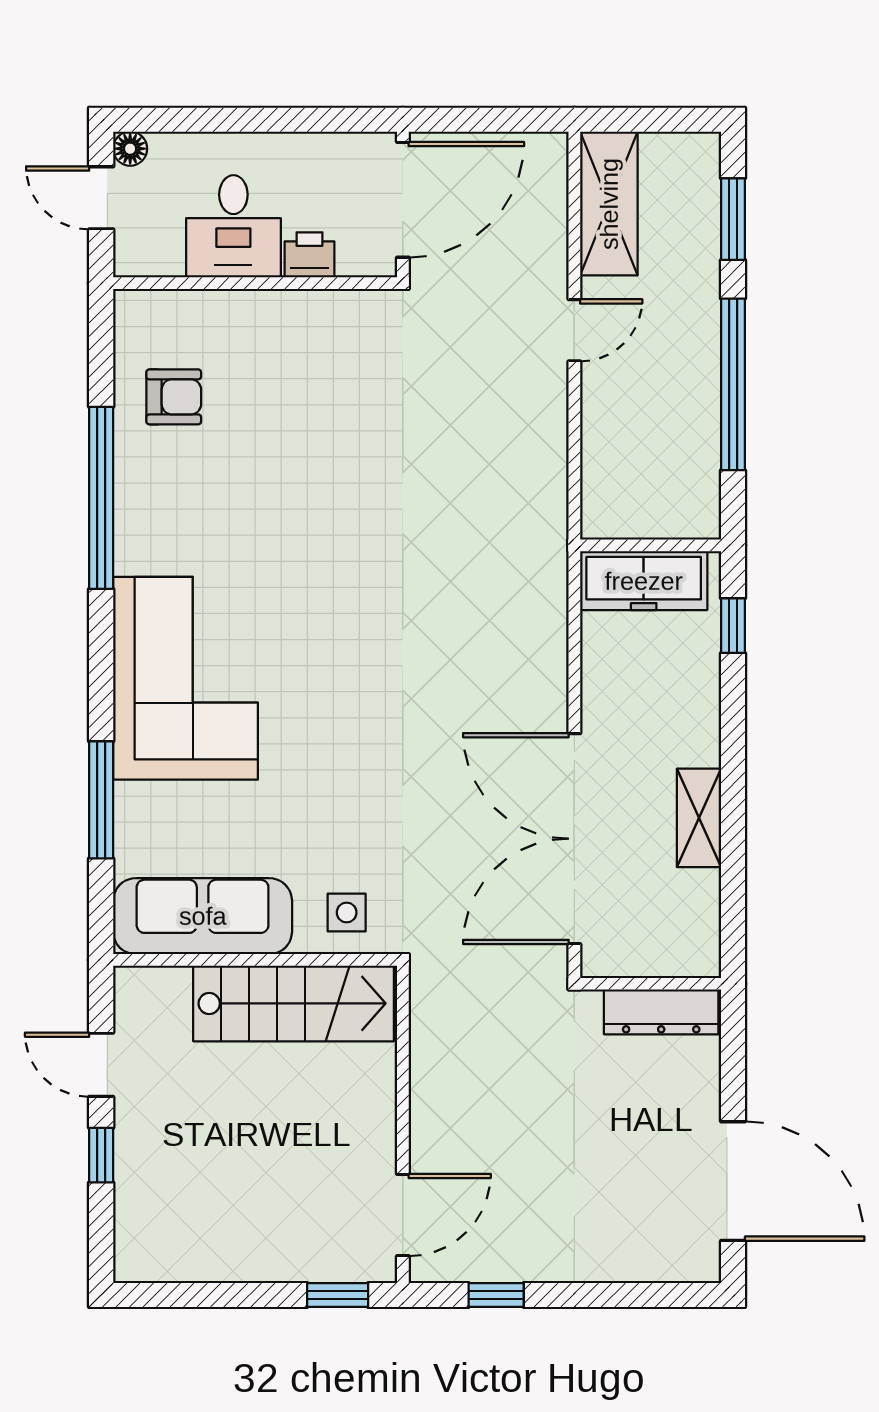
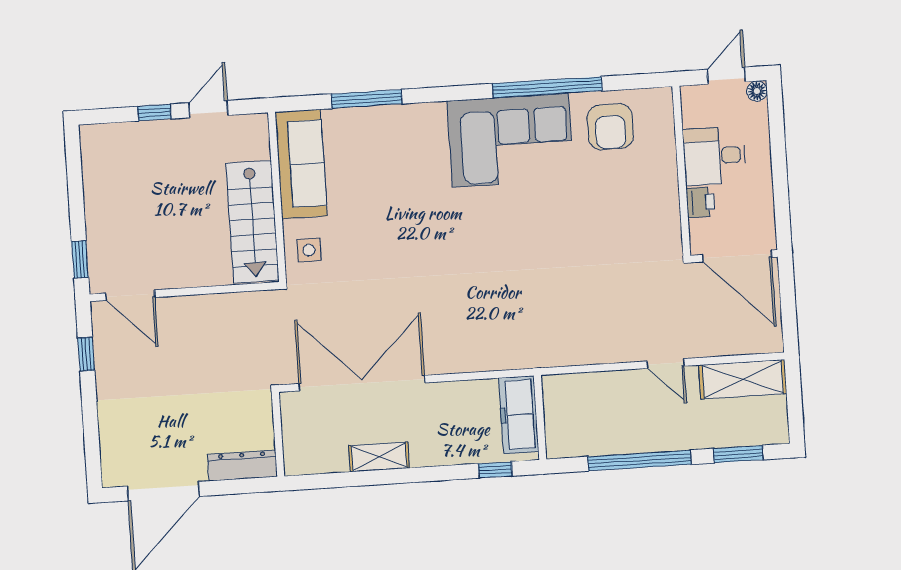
armchair: (174, 397) -> (610, 127), width x1.38, depth x1.38
corner sofa: (185, 678) -> (510, 140), moved
dresser: (661, 1012) -> (242, 466), moved, turned 90

